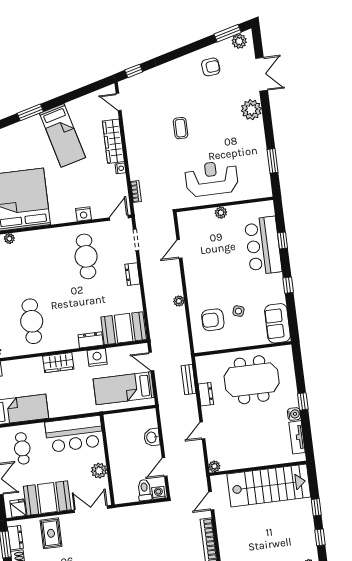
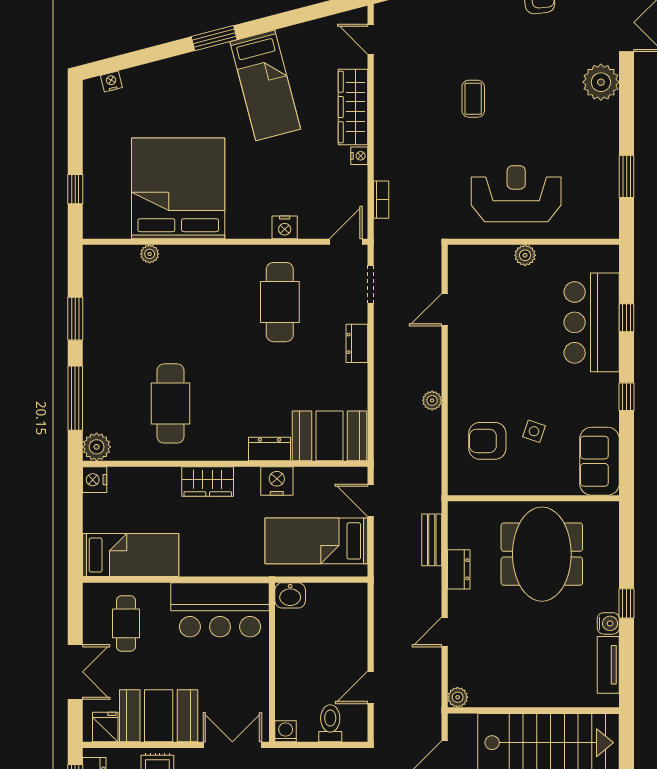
meeting table: (252, 380) -> (542, 554), turned 90
washbasin: (152, 437) -> (290, 595), moved, turned -90
plant: (99, 471) -> (255, 679), removed
washing machine: (158, 493) -> (286, 731), moved

